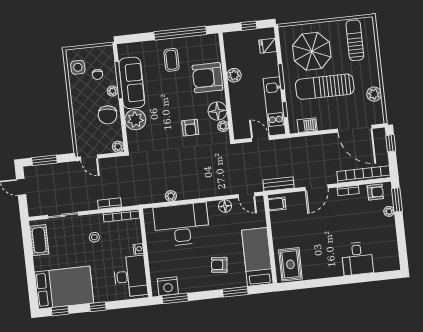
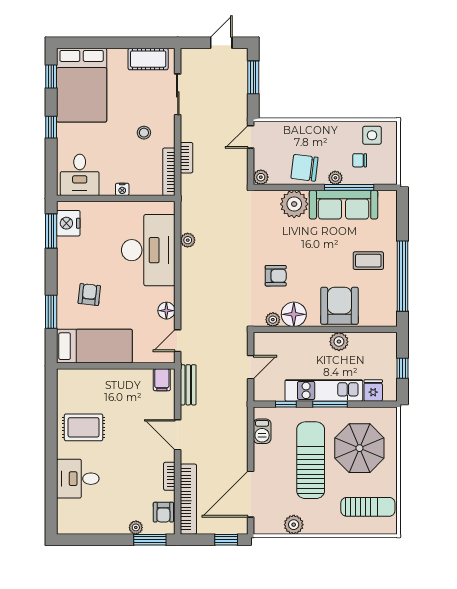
kitchen unit: (274, 106) -> (324, 390), moved
armchair: (190, 128) -> (276, 276), turned 180
rug: (290, 264) -> (84, 427), moved
desk: (130, 276) -> (80, 175), width x0.73

